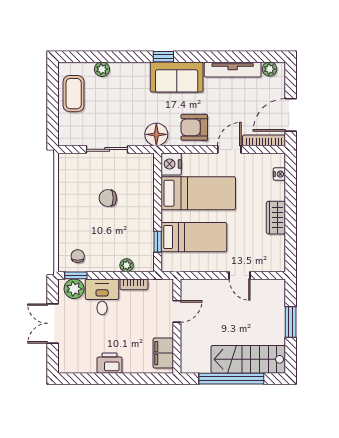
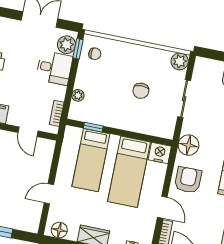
plant: (67, 162) -> (180, 61), added
chair: (108, 198) -> (141, 91), turned 180
floor lamp: (277, 256) -> (59, 230), added
bookcase: (134, 284) -> (57, 113), moved

